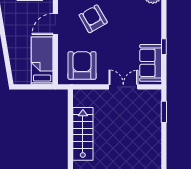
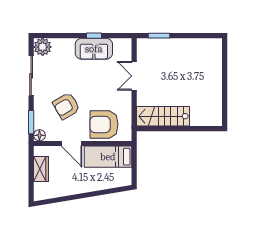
sofa: (151, 63) -> (94, 49), moved
armchair: (82, 66) -> (104, 124), moved
stairs: (83, 134) -> (163, 116), moved

